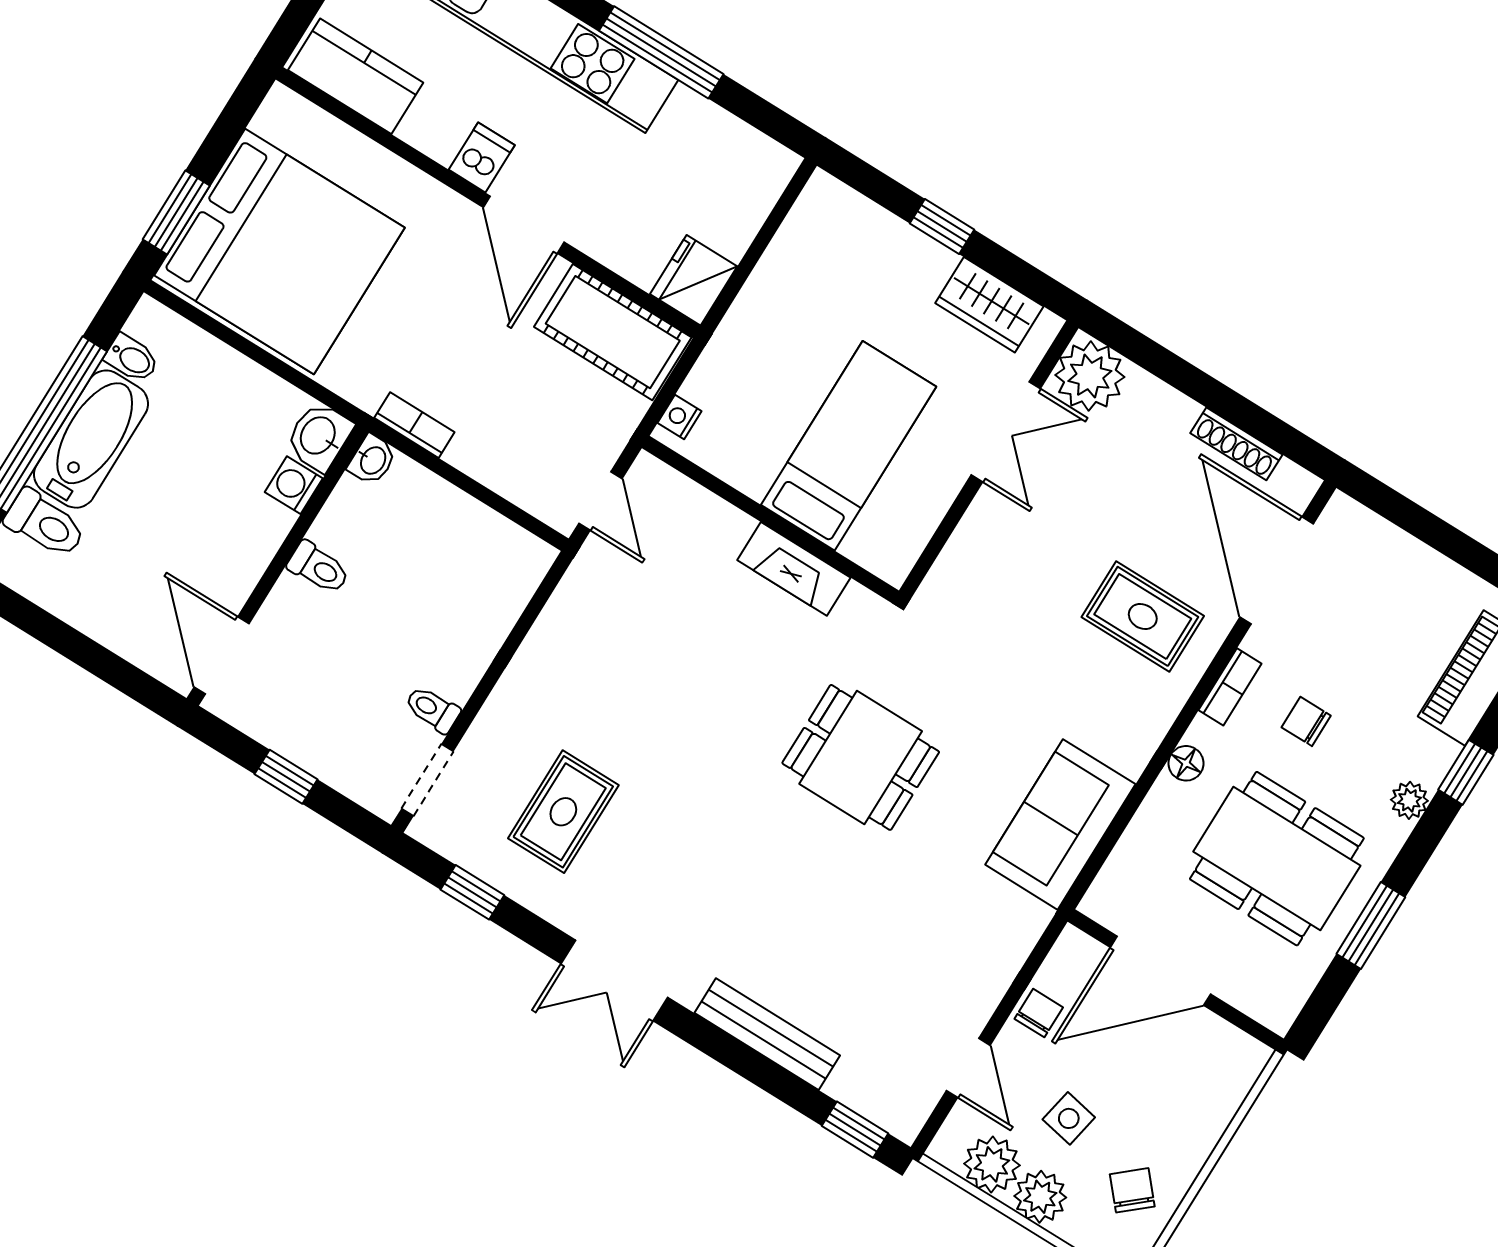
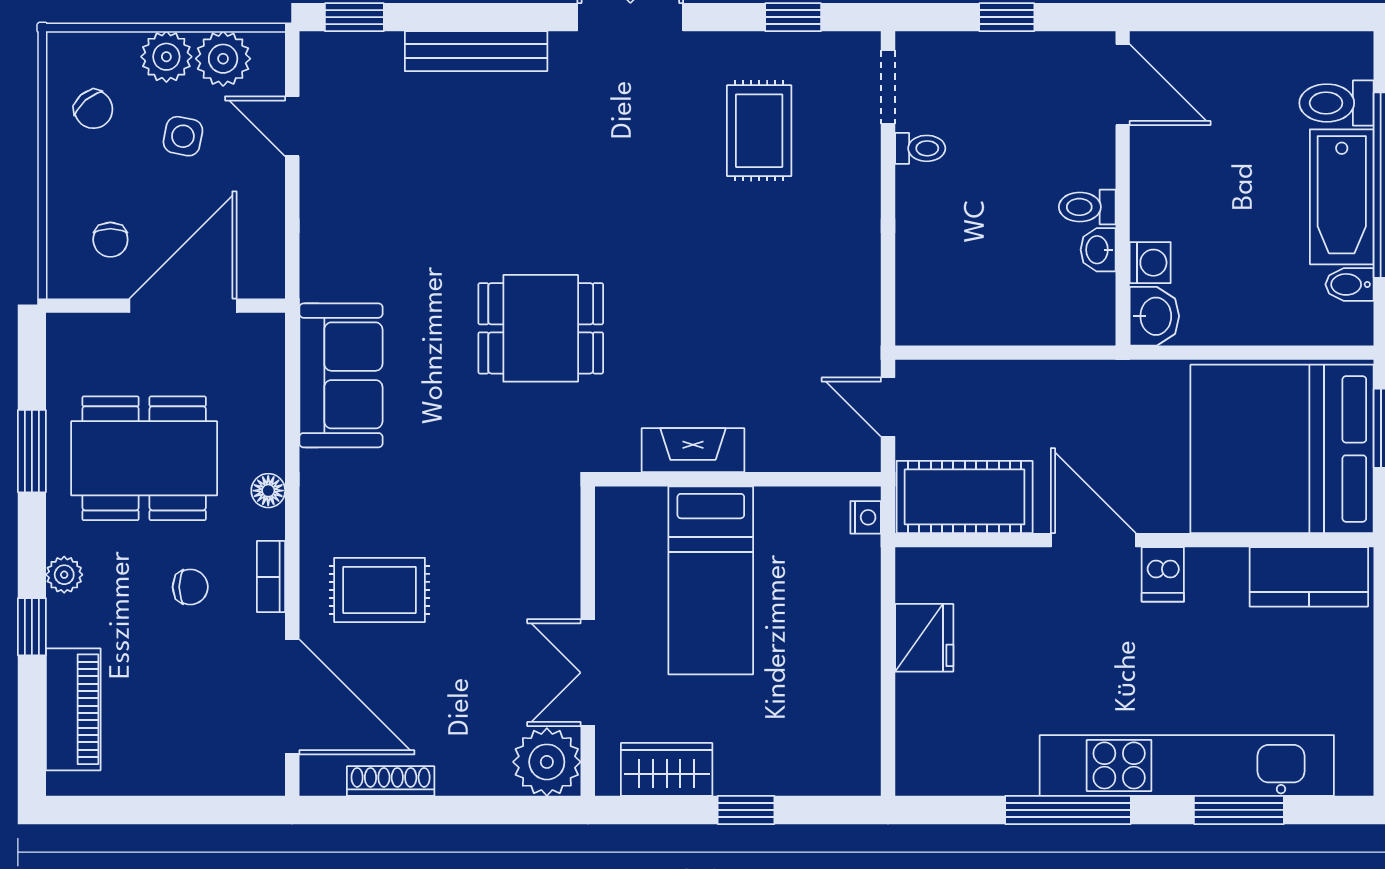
kitchen counter: (356, 76) -> (1309, 577), moved
dishwasher: (482, 157) -> (1163, 574), moved
wall: (488, 203) -> (1134, 540), moved
door: (524, 225) -> (1093, 540), moved
cot: (613, 332) -> (965, 497), moved
bookcase: (414, 425) -> (1081, 374), removed
washbasin: (372, 460) -> (1098, 250), moved
chair: (1039, 1013) -> (110, 240), moved

